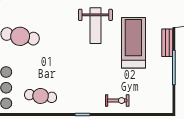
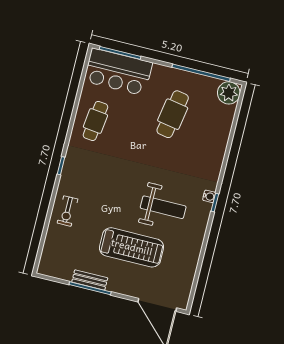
weight bench: (95, 26) -> (163, 207), turned 180
bench: (167, 43) -> (90, 280), moved

